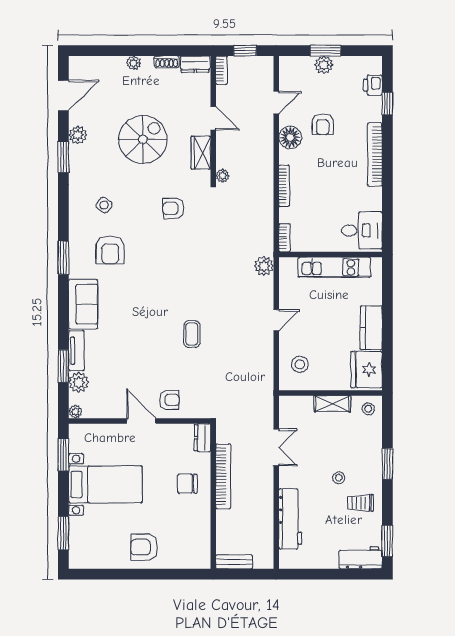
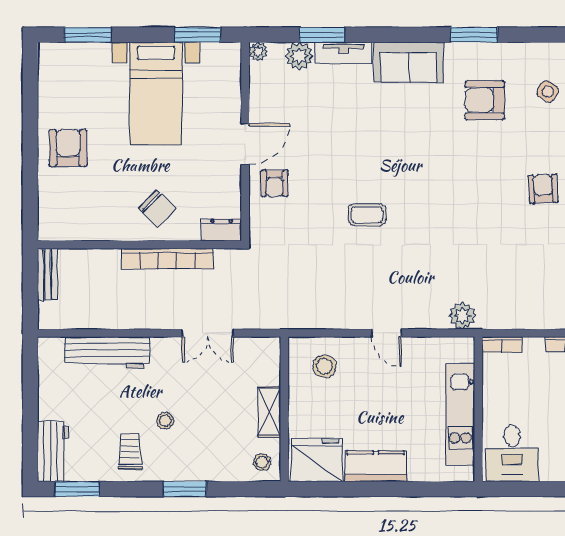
chair: (187, 484) -> (157, 208), turned 134

